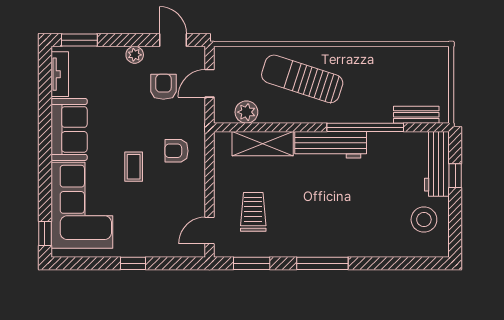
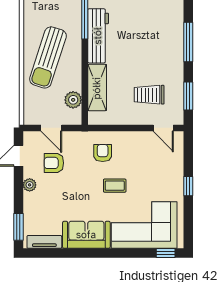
armchair: (176, 151) -> (103, 153), turned 180

